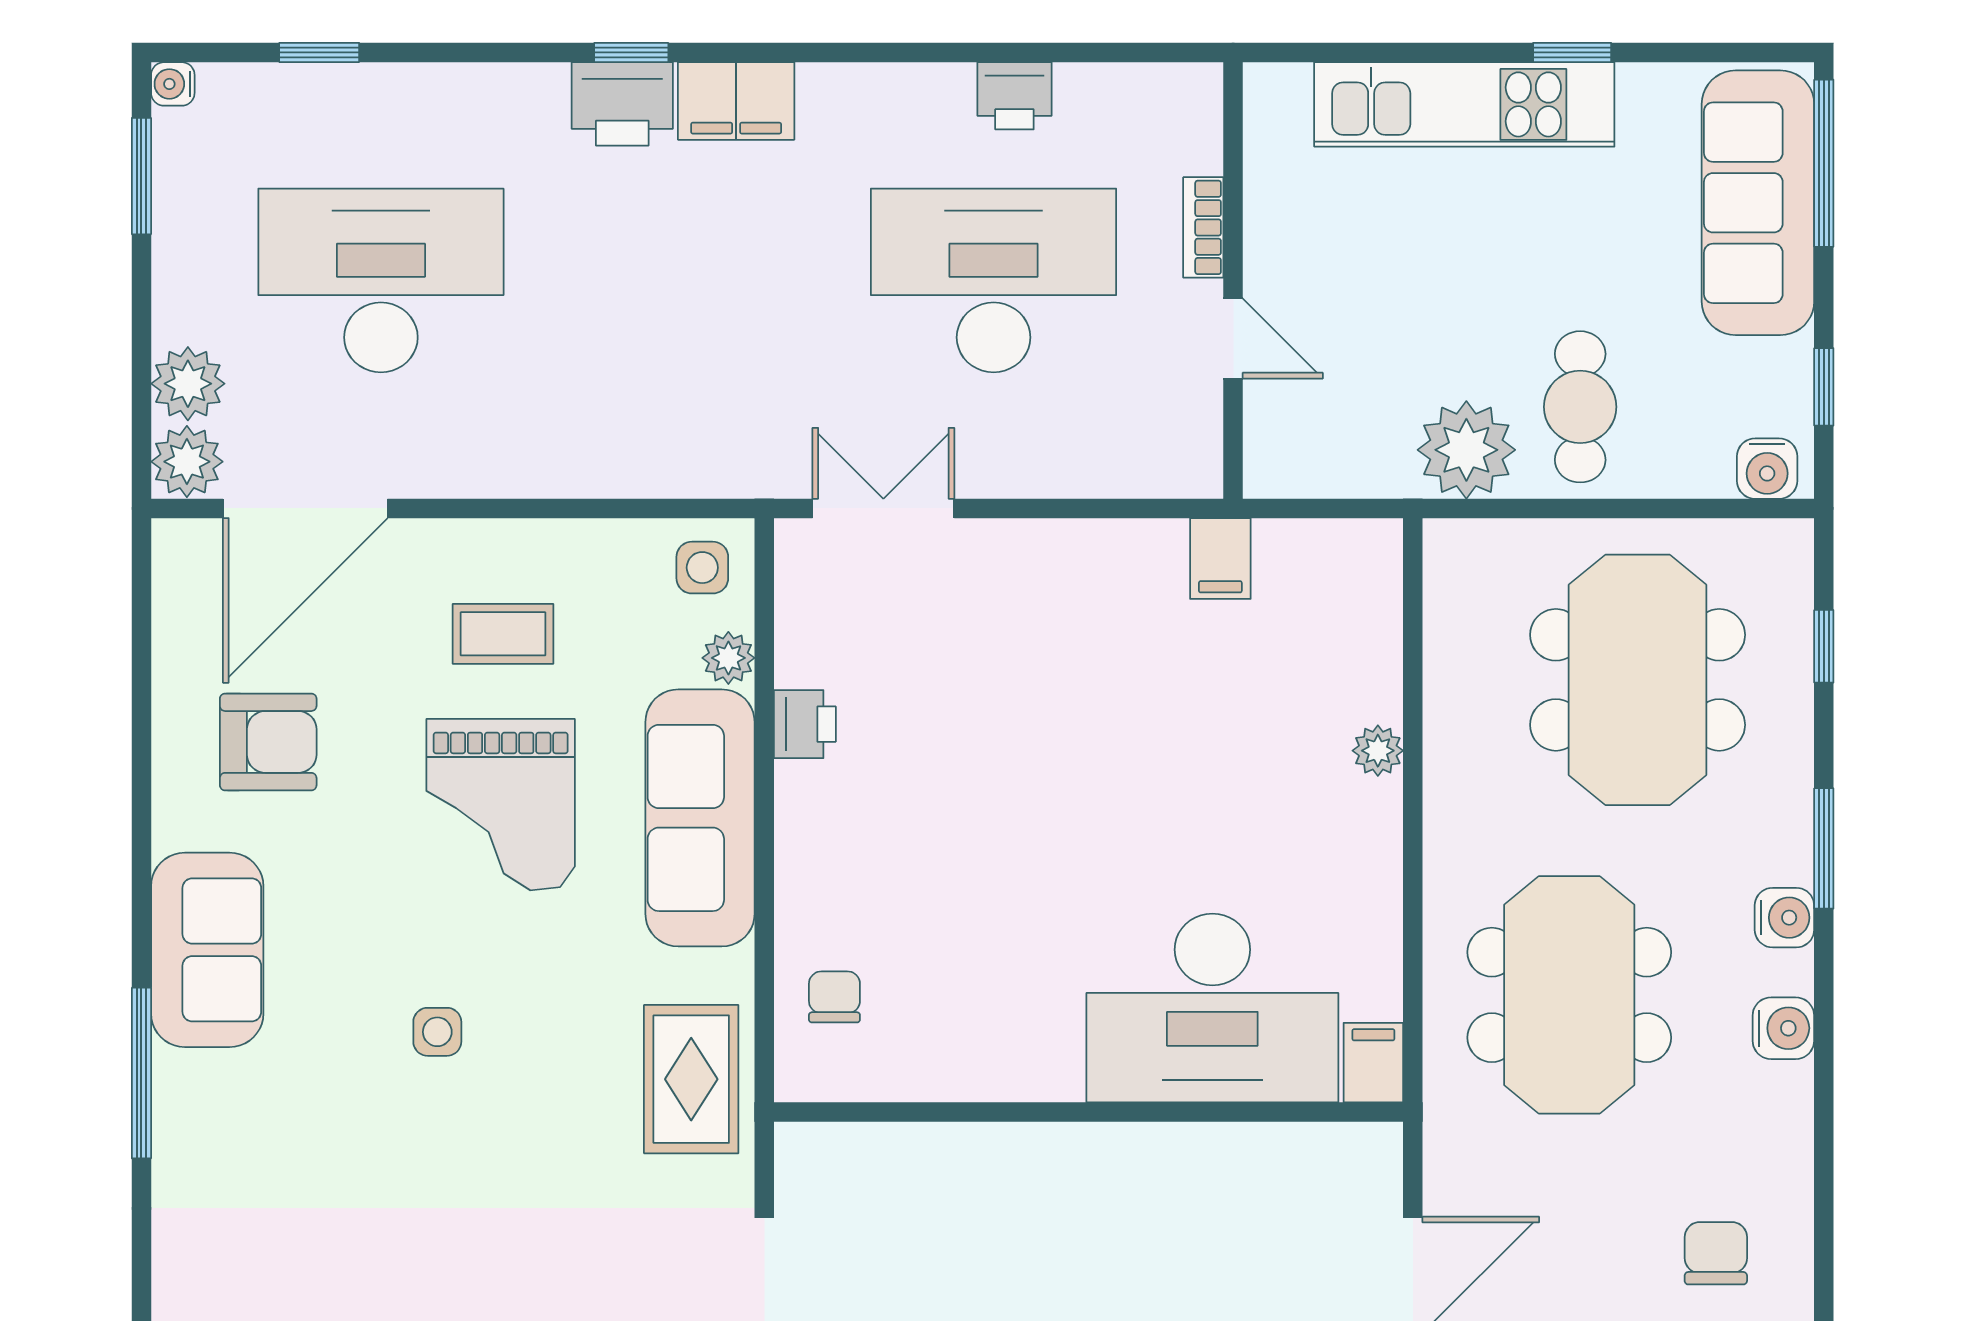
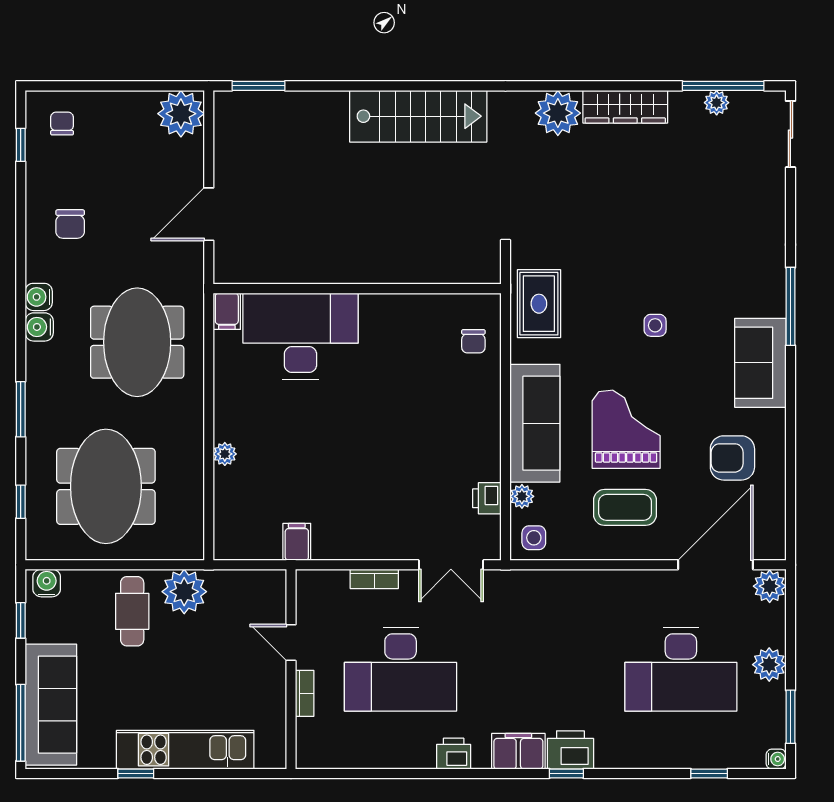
printer: (1014, 96) -> (454, 754), moved
plant: (188, 384) -> (769, 665), moved
bookcase: (1051, 478) -> (374, 579), added
coffee table: (503, 634) -> (625, 507), width x1.36, depth x1.30
printer: (805, 724) -> (487, 498), moved
water cooler: (1784, 918) -> (39, 297), moved

